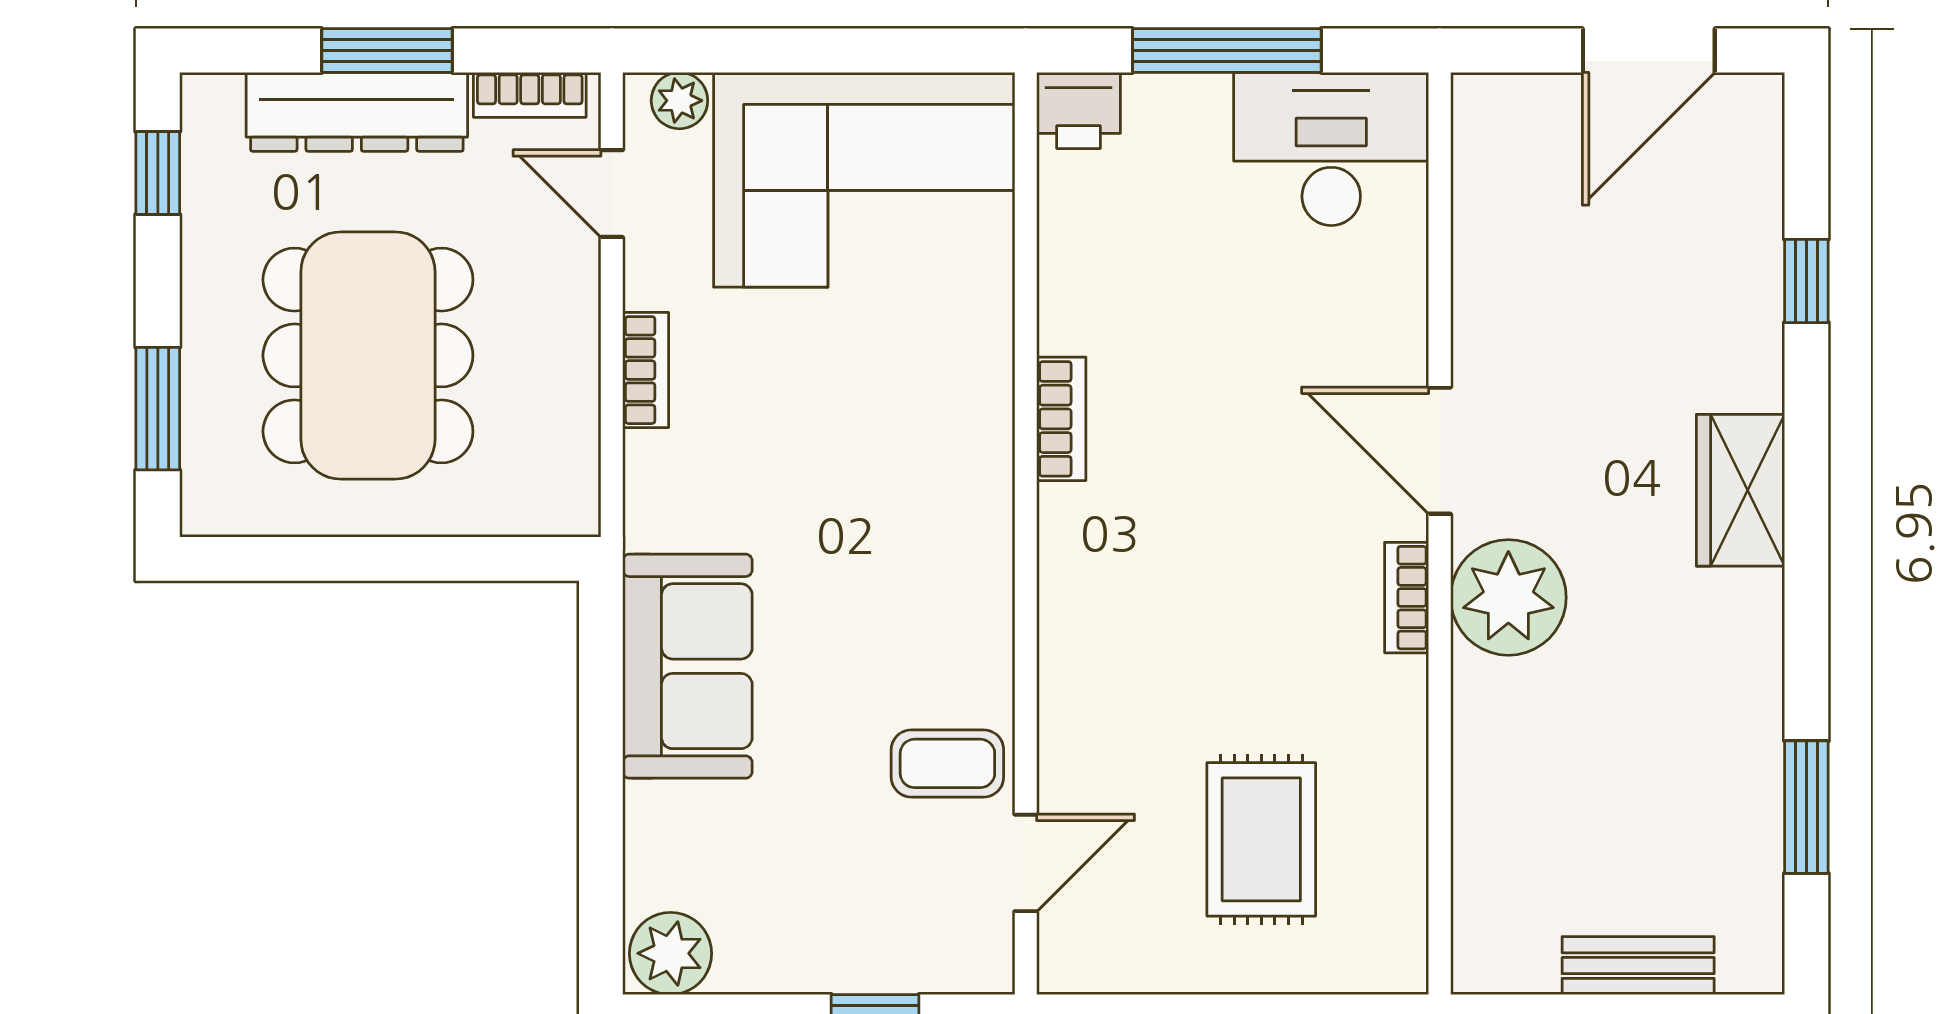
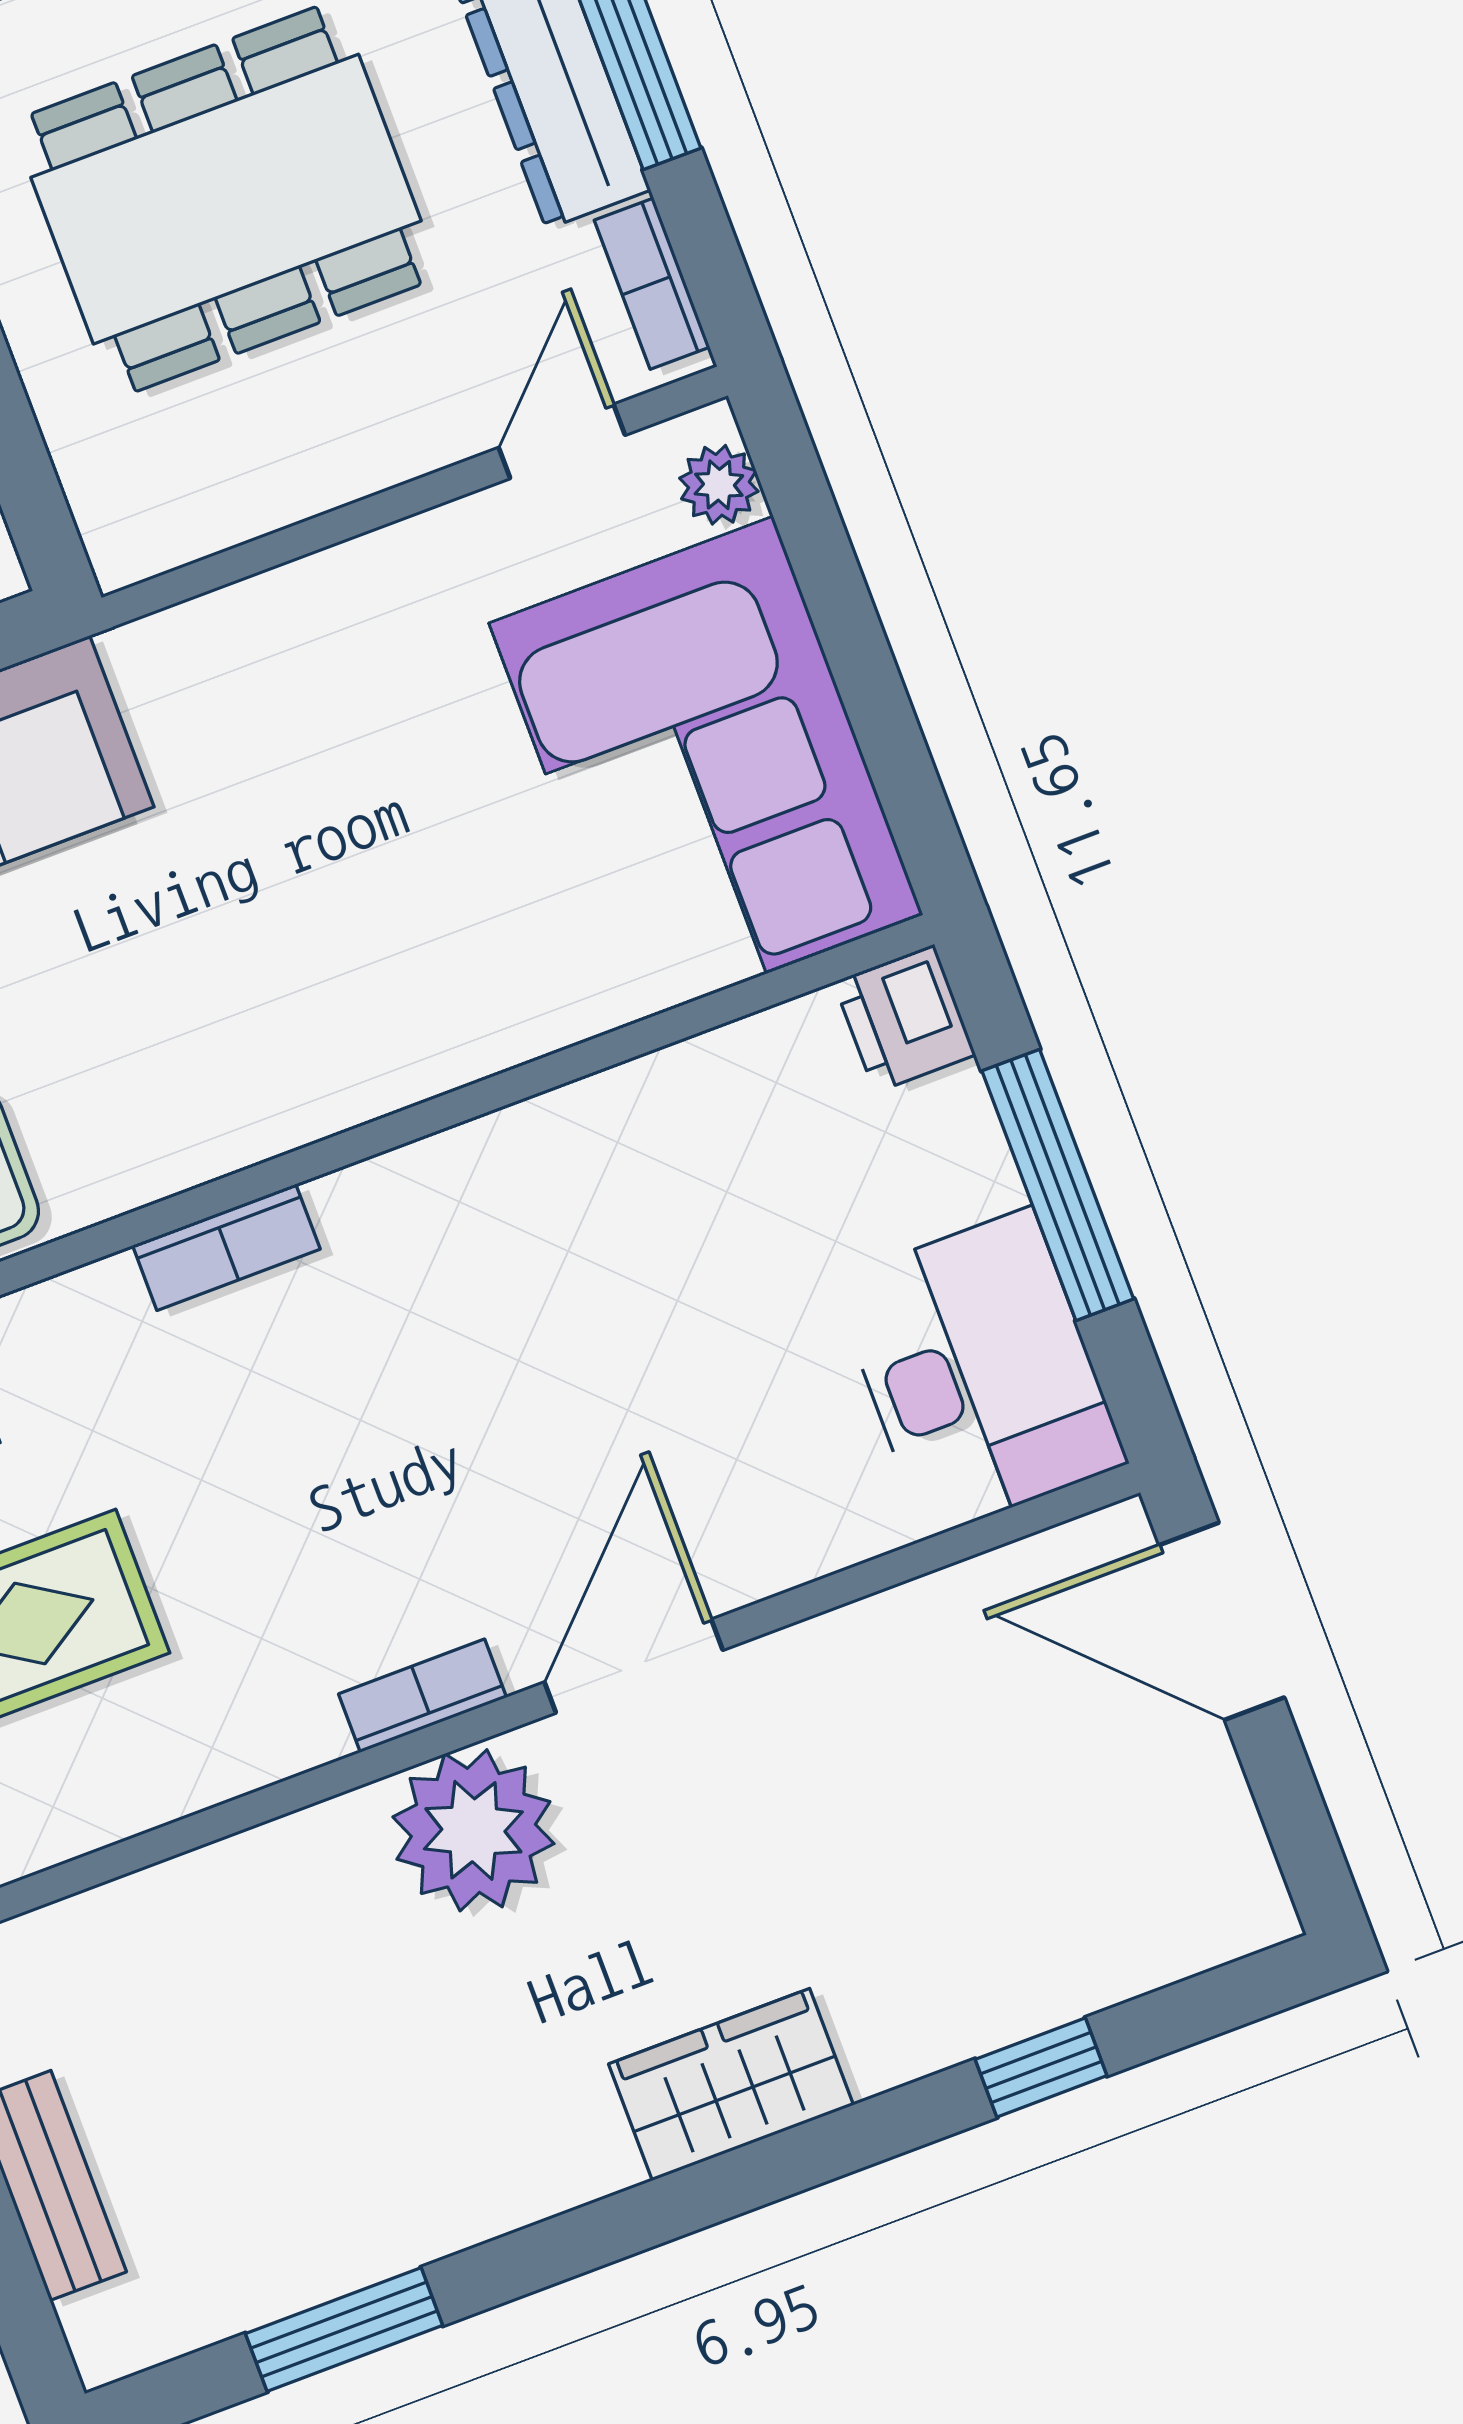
door: (1649, 50) -> (1222, 1621), moved
bookcase: (646, 370) -> (345, 574), removed
bookcase: (1061, 419) -> (226, 1247), moved

